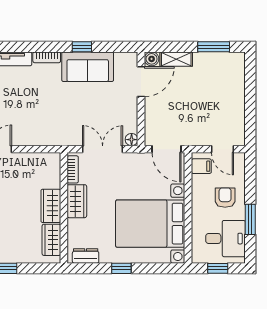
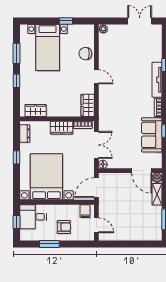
door: (222, 149) -> (96, 225), swing flipped
wardrobe: (51, 206) -> (88, 105), moved, turned -90
desk: (225, 239) -> (33, 217), moved, turned 90

